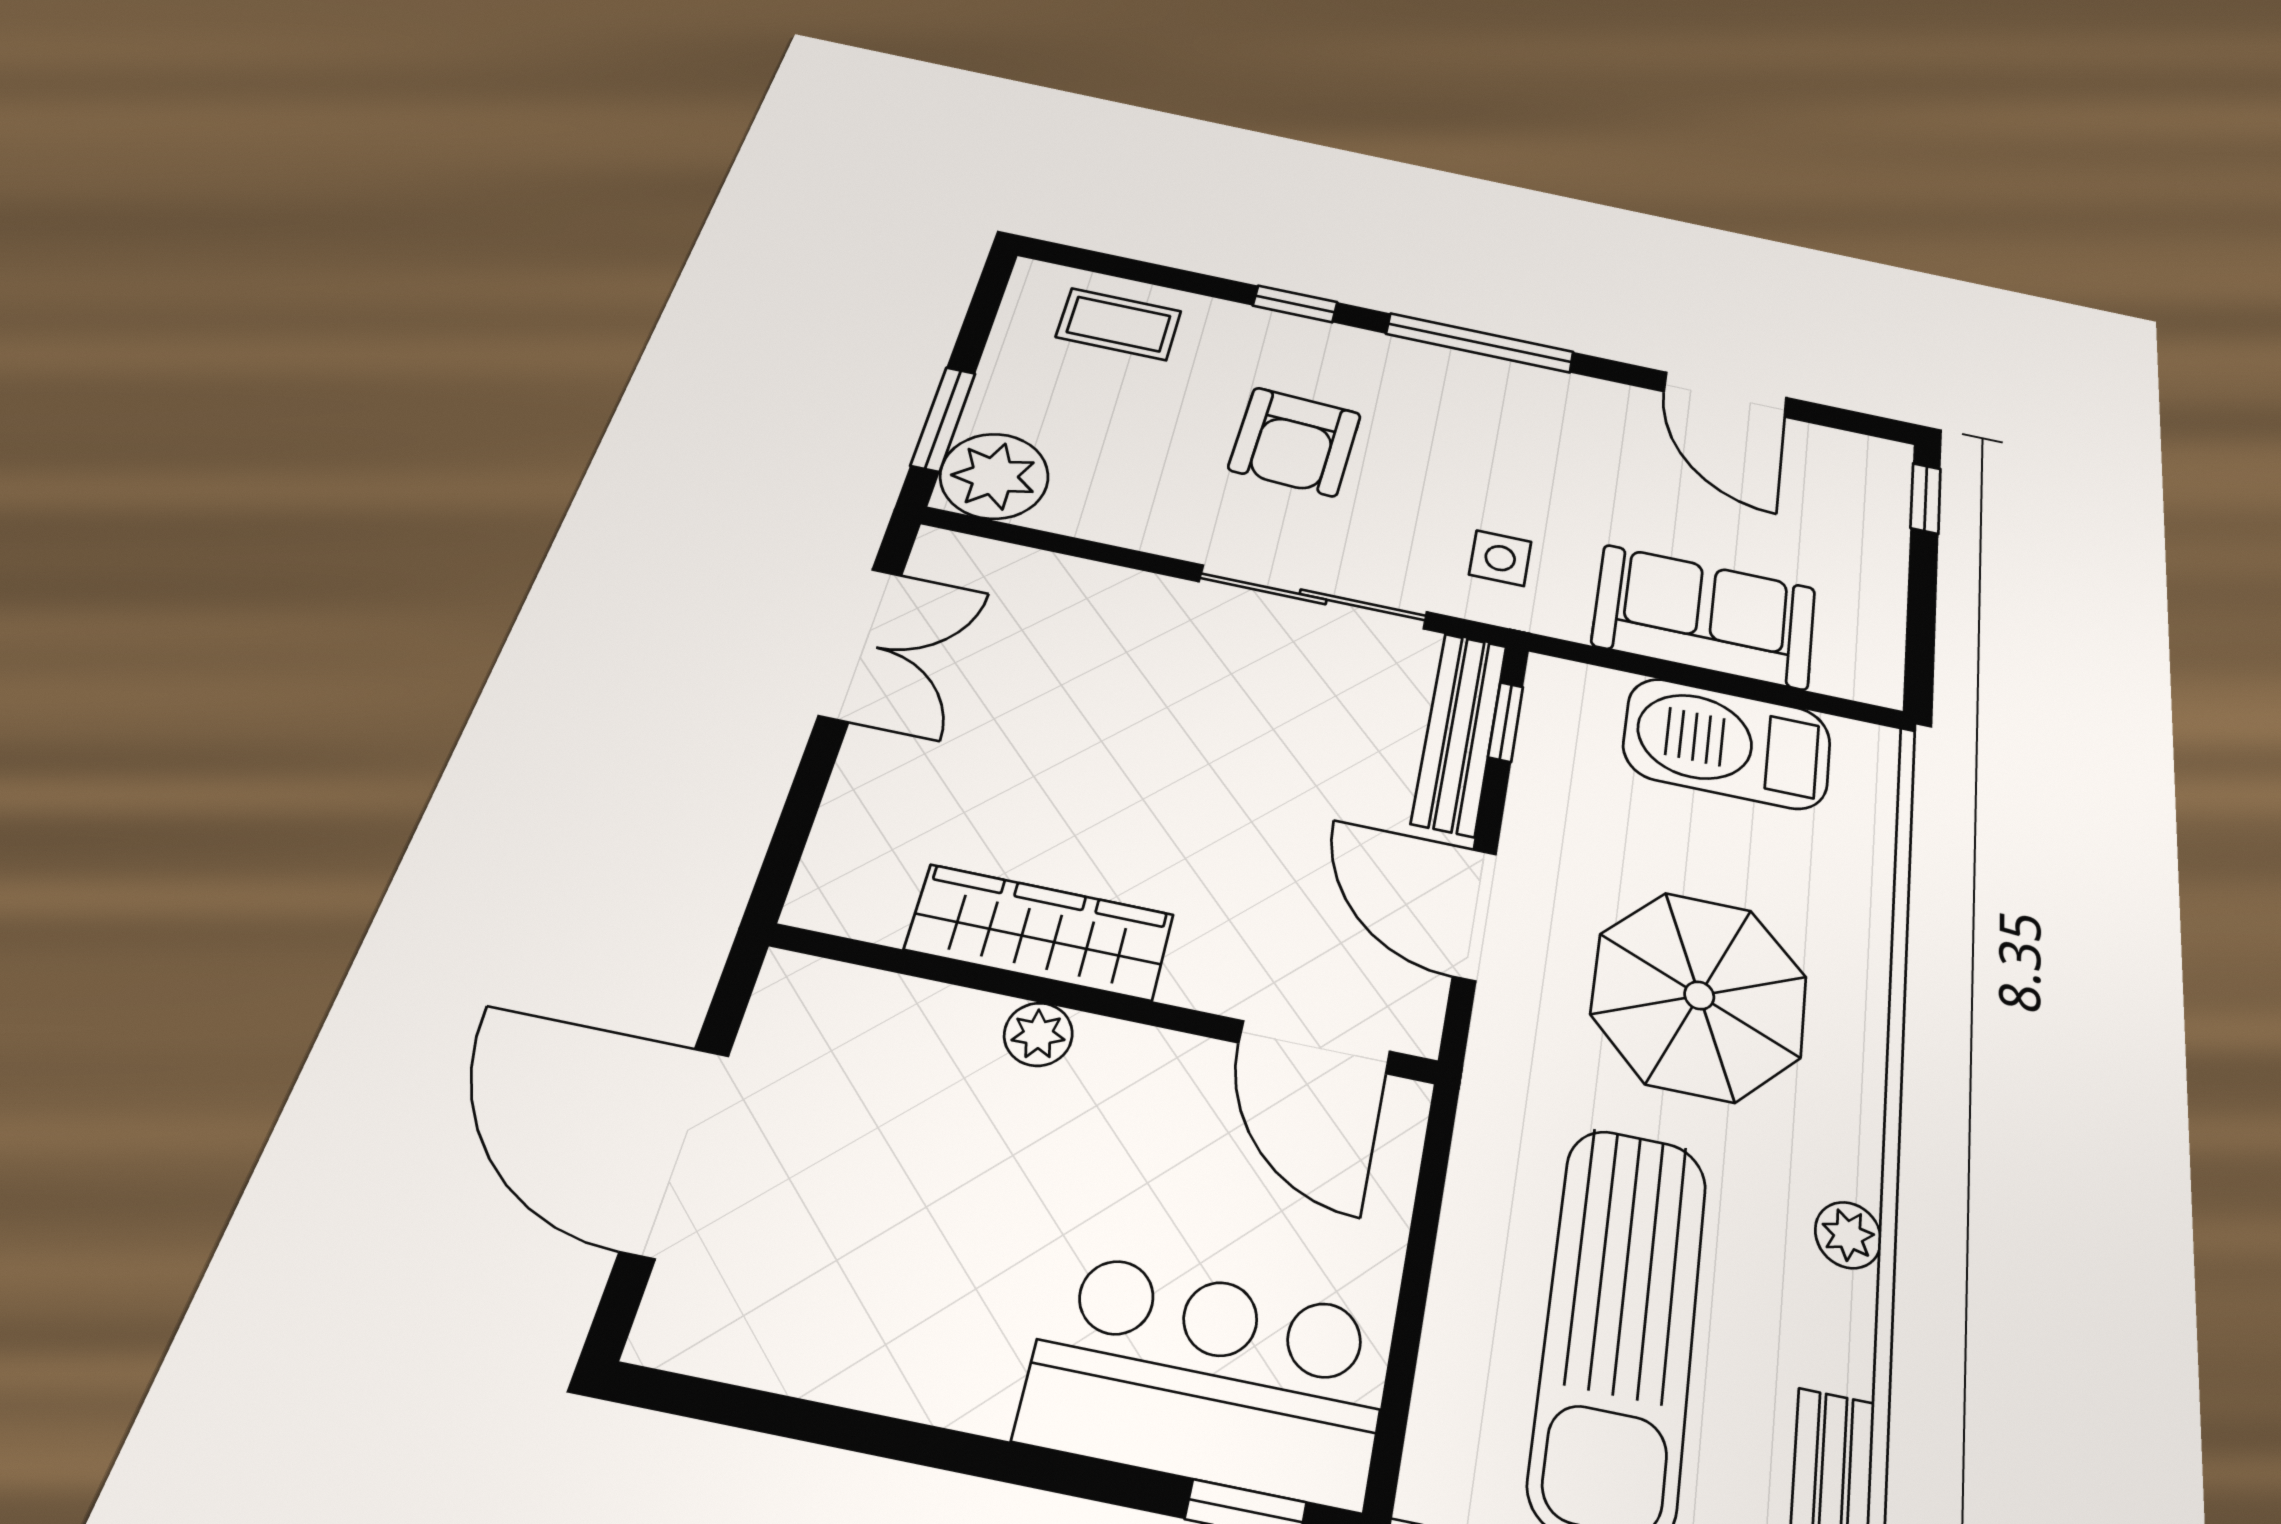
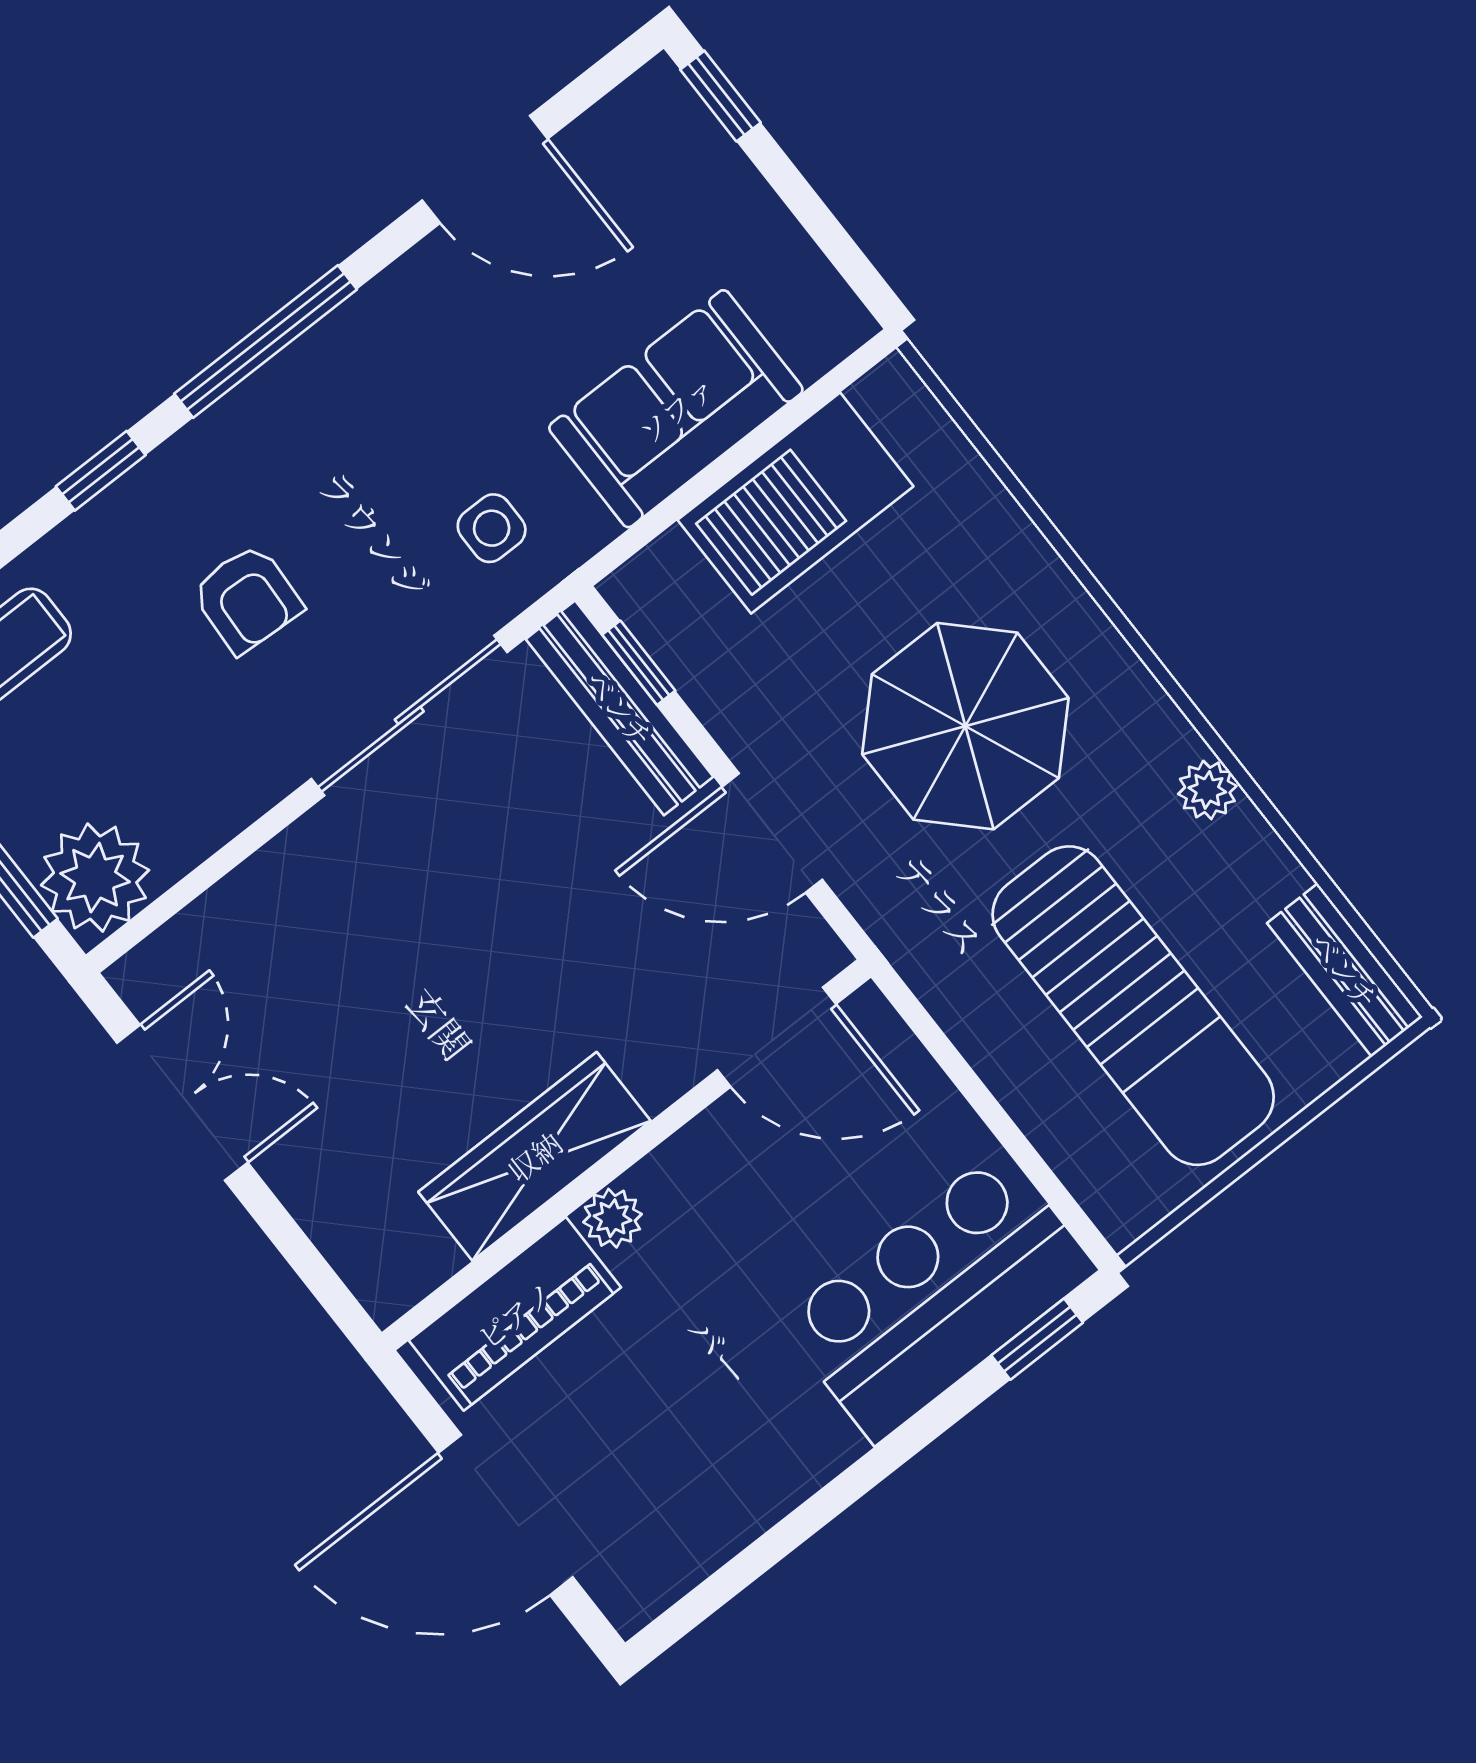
armchair: (1295, 442) -> (247, 599), width x0.72, depth x0.72
piano: (882, 1019) -> (515, 1314), added

